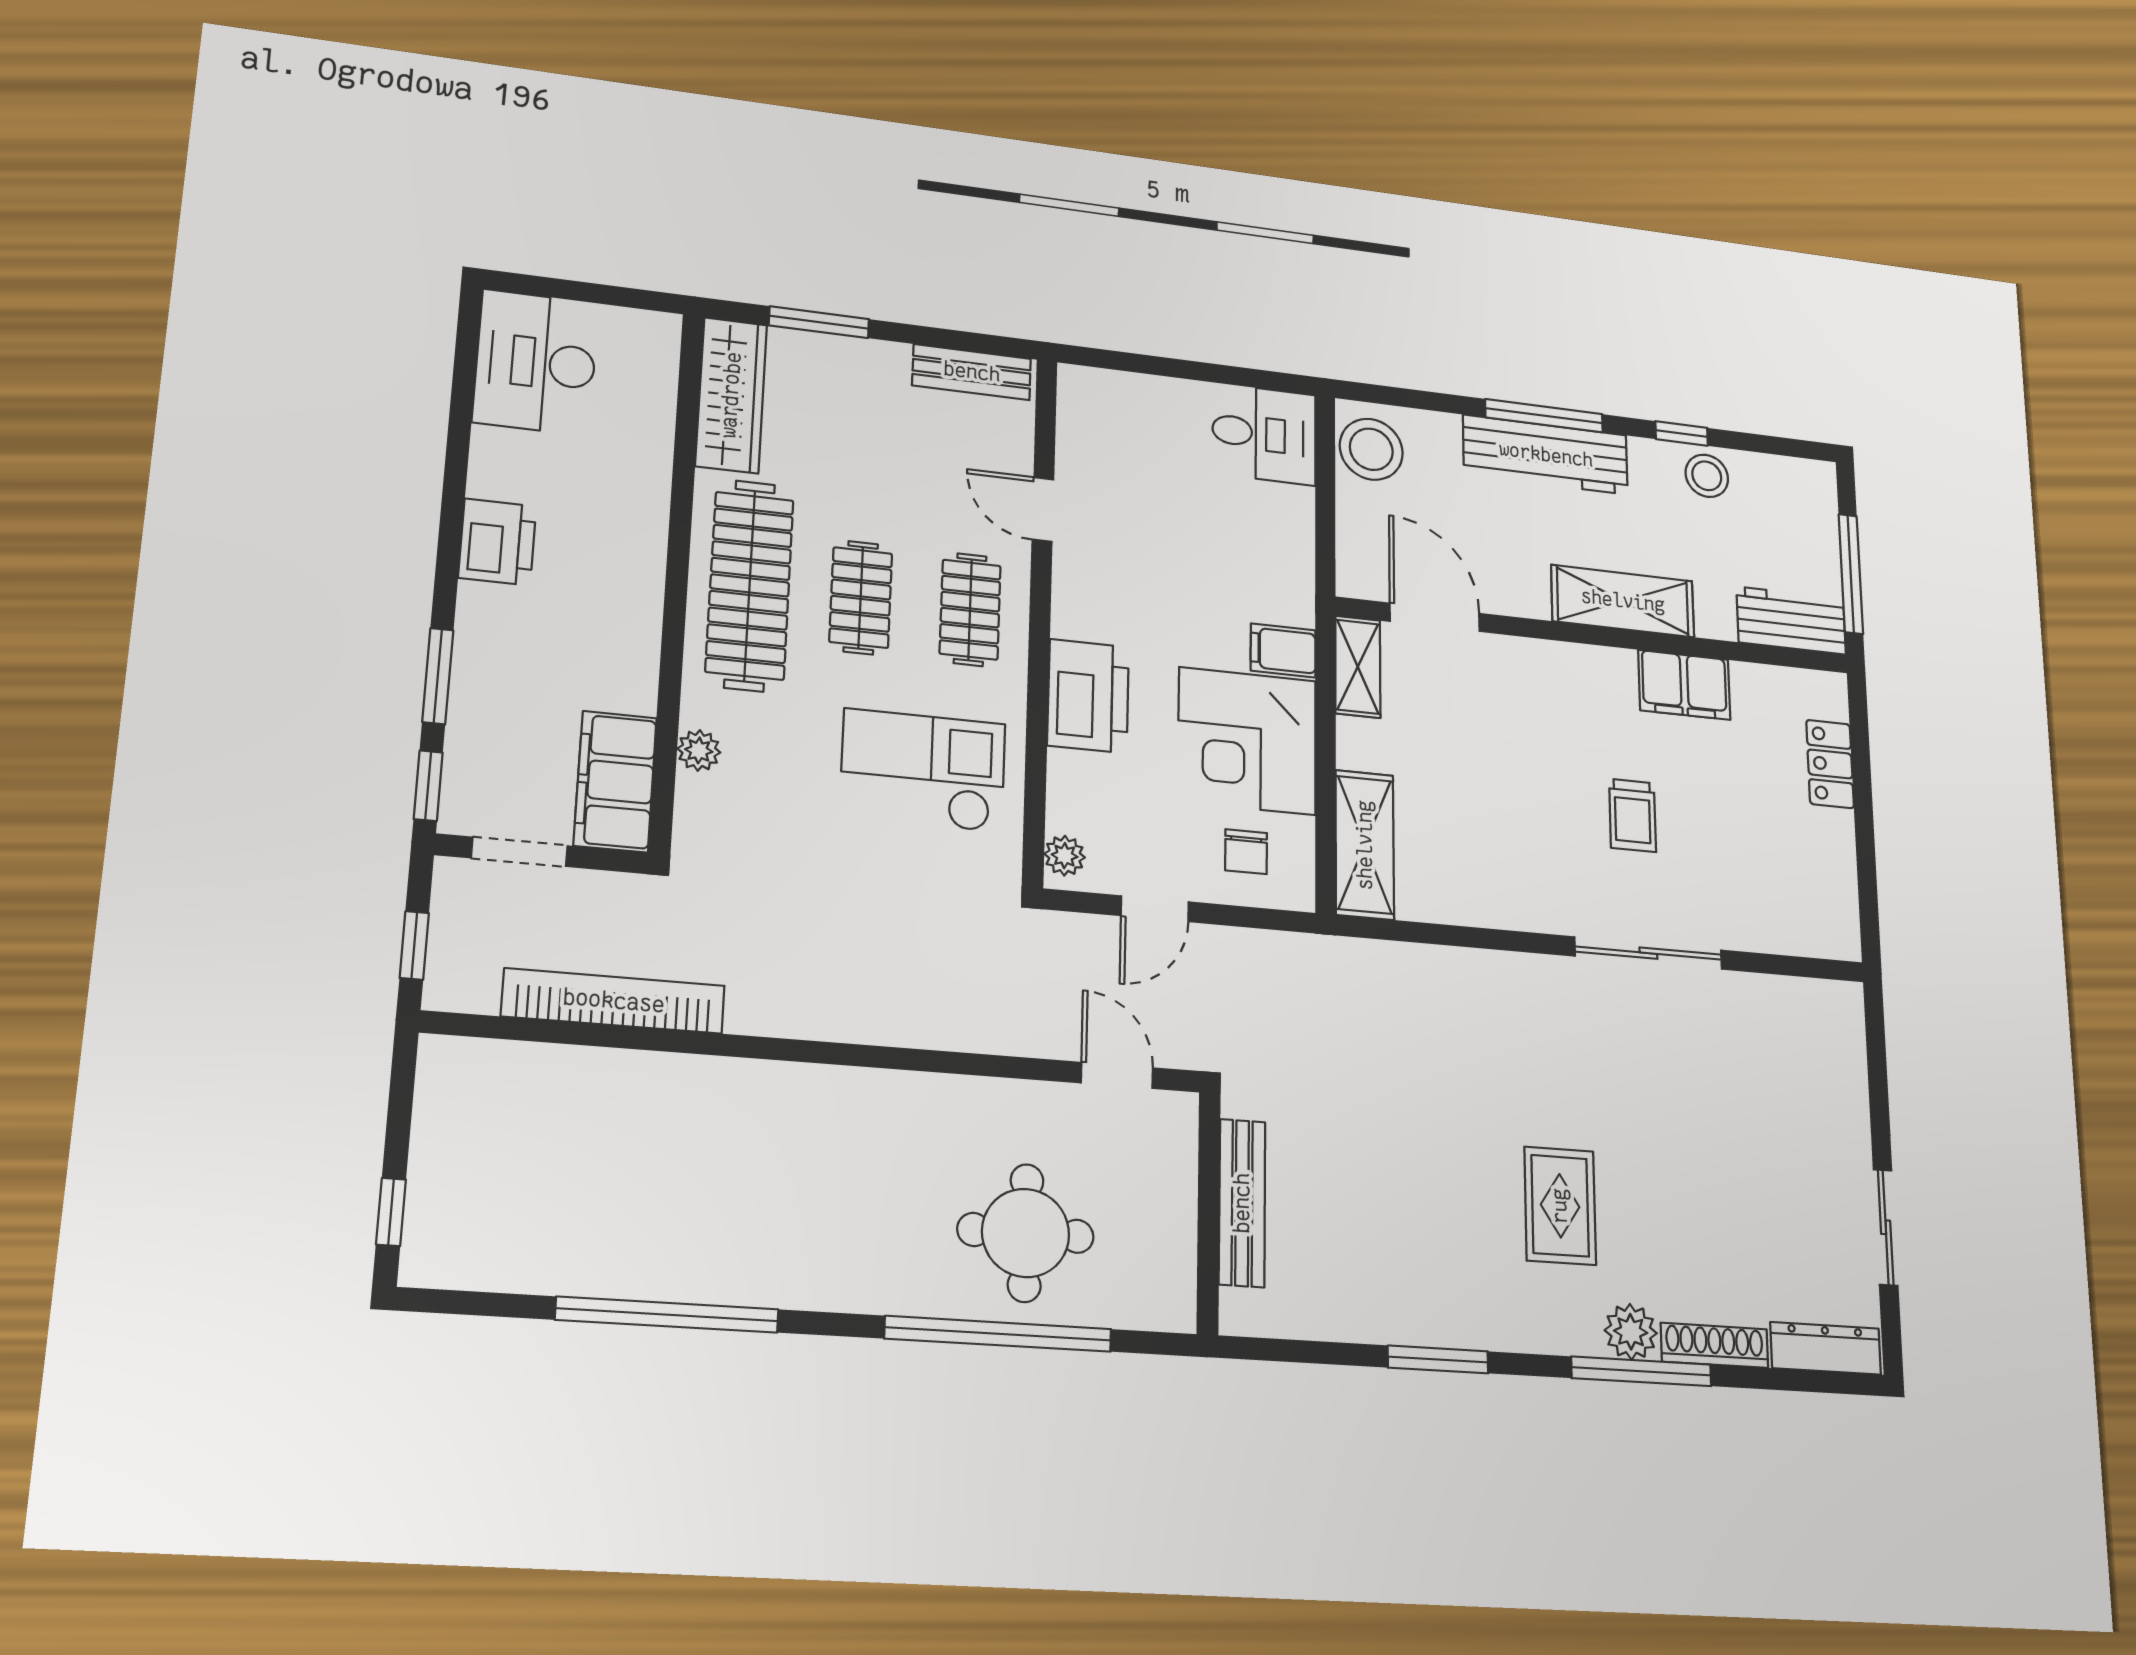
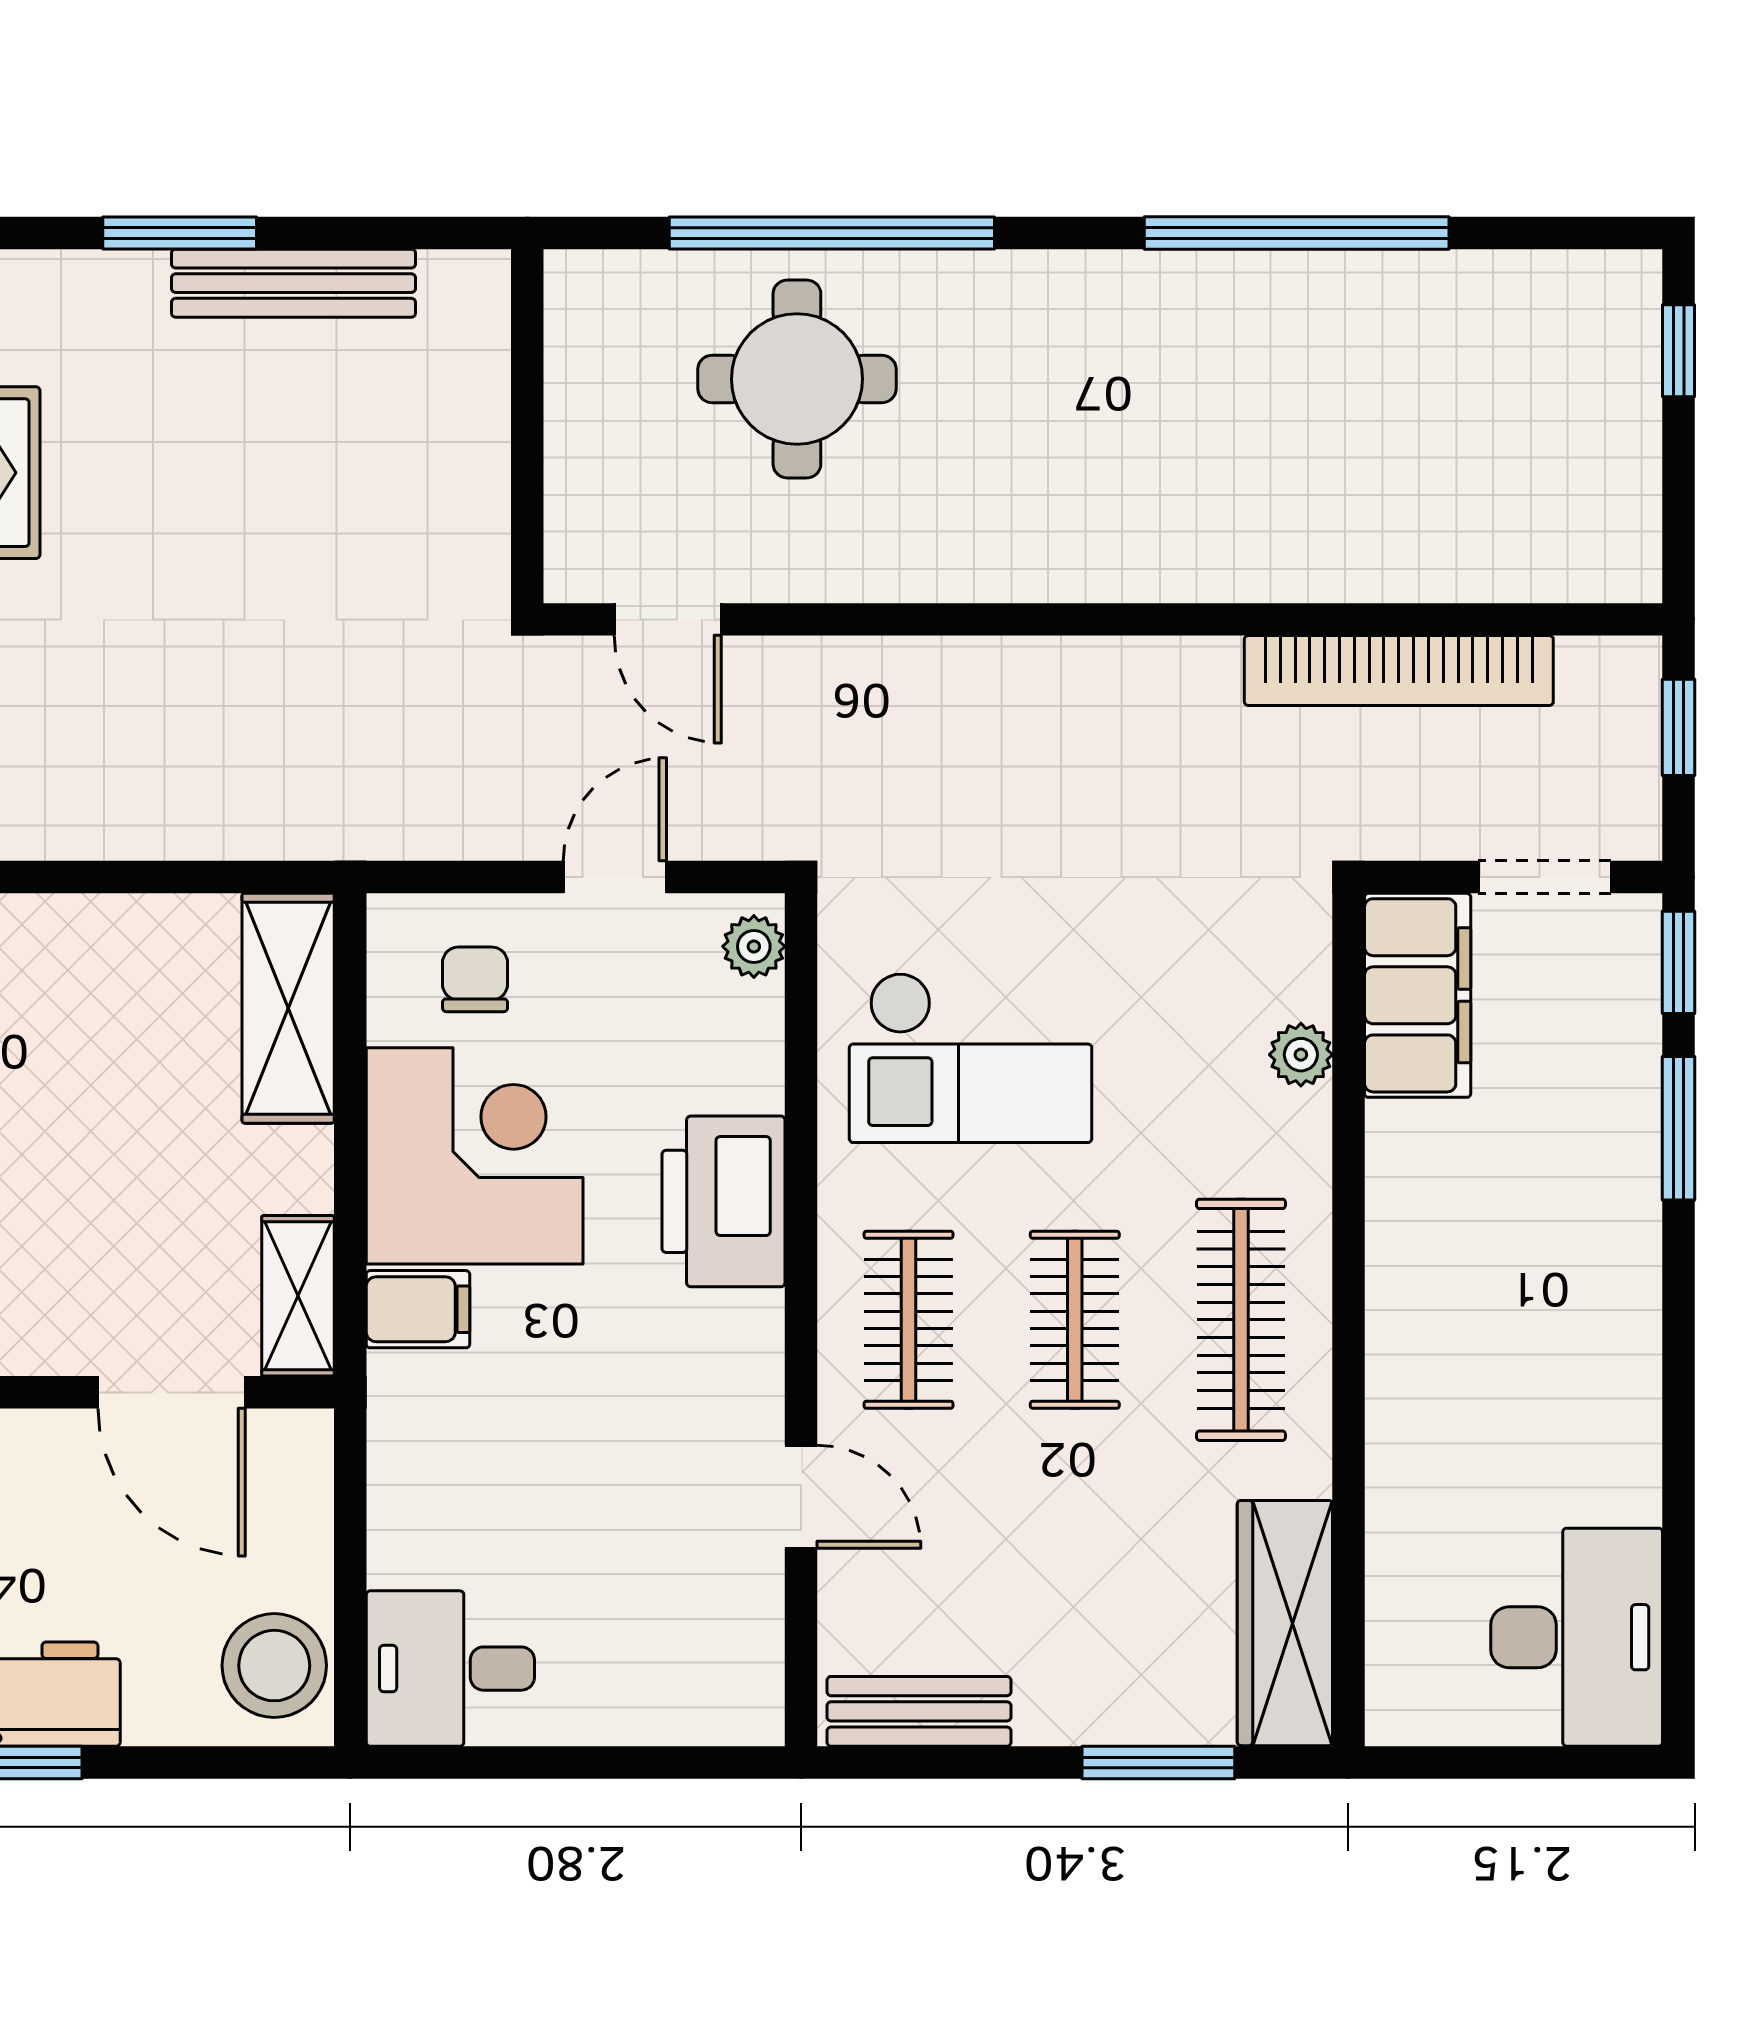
printer: (497, 542) -> (1611, 1344), removed
clothes rail: (750, 585) -> (1241, 1320), width x0.73, depth x0.76
bench: (1242, 1203) -> (293, 283), moved, turned 90

